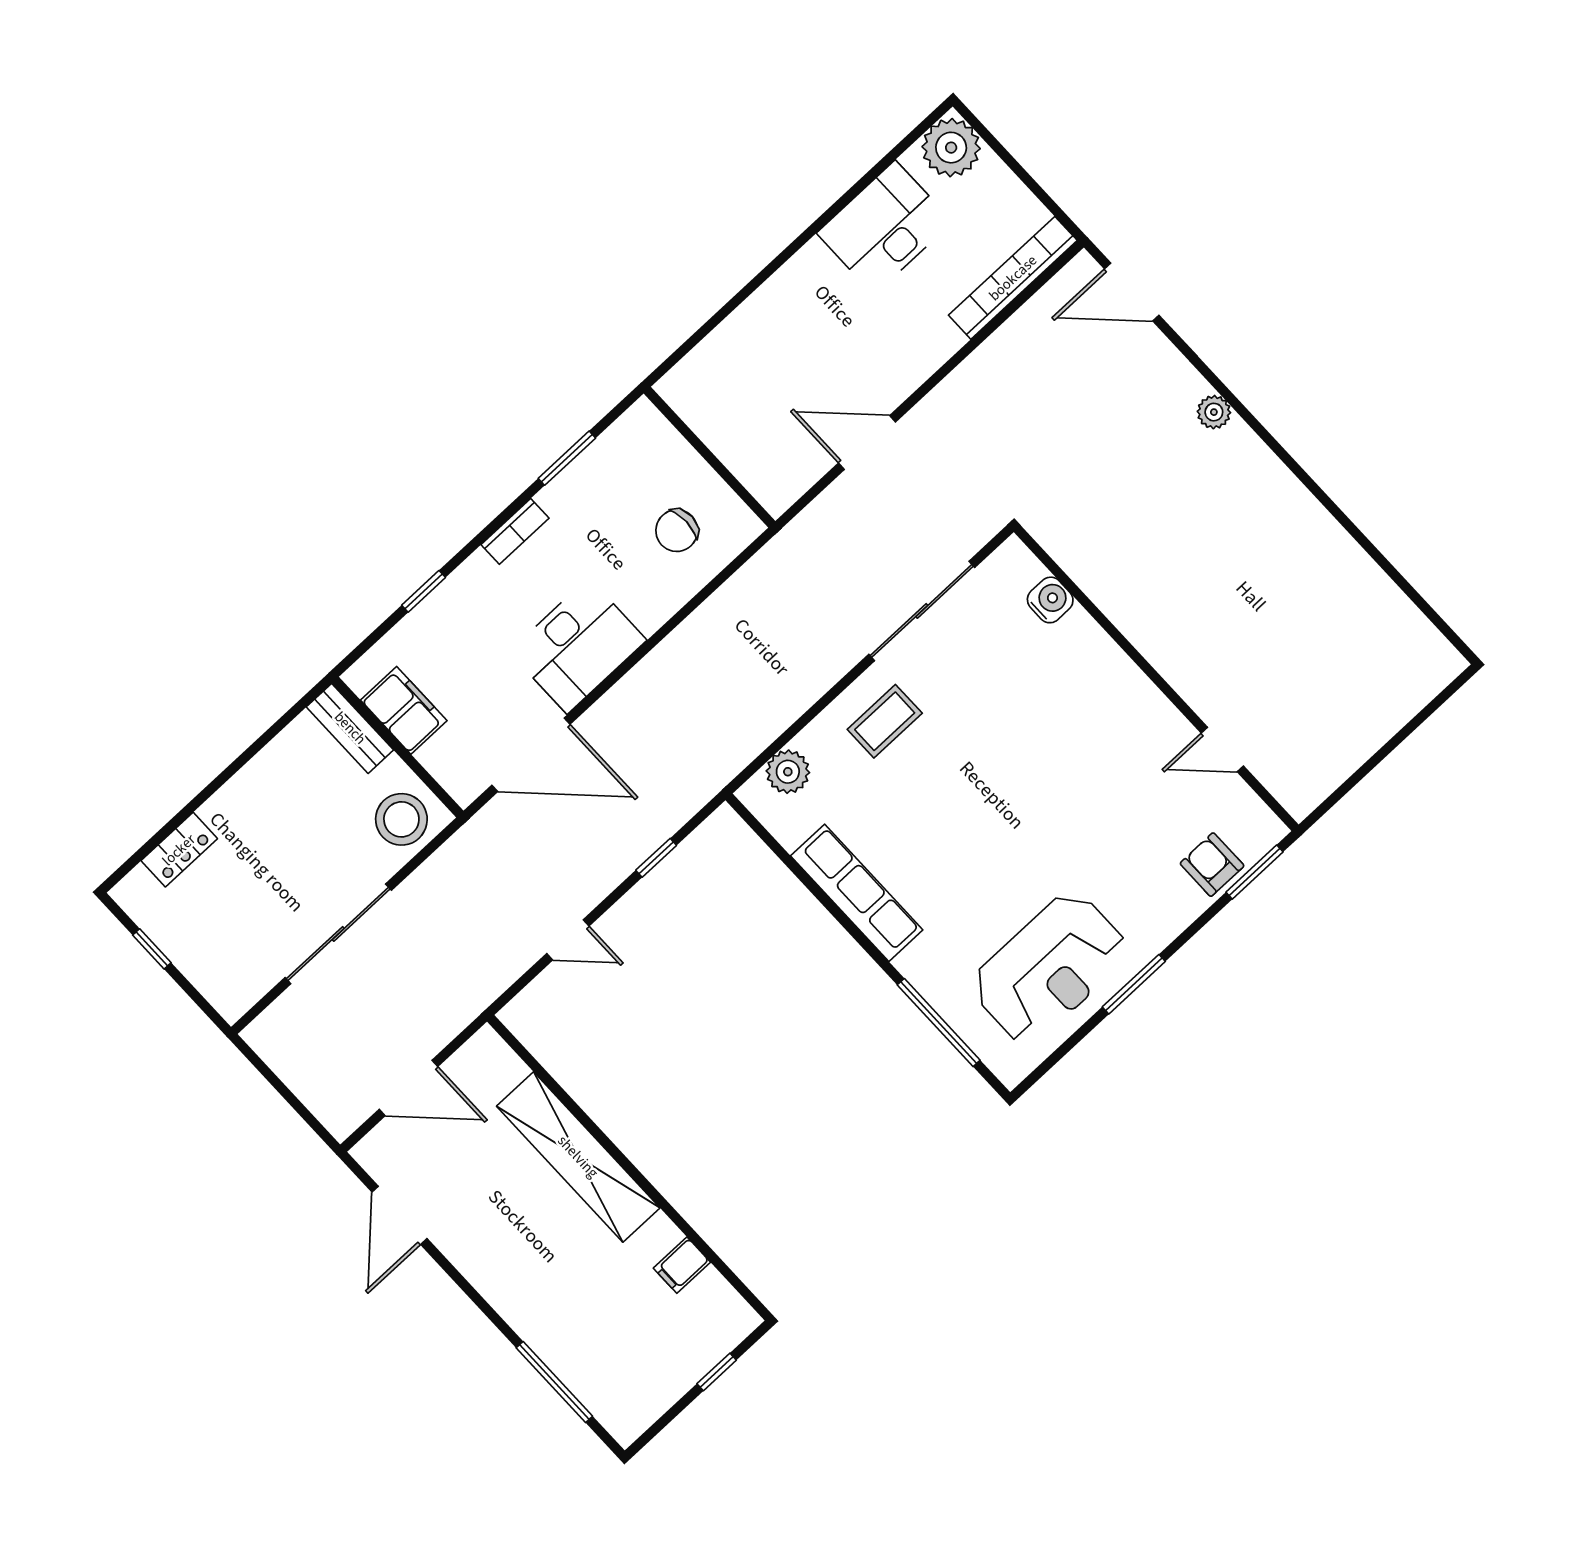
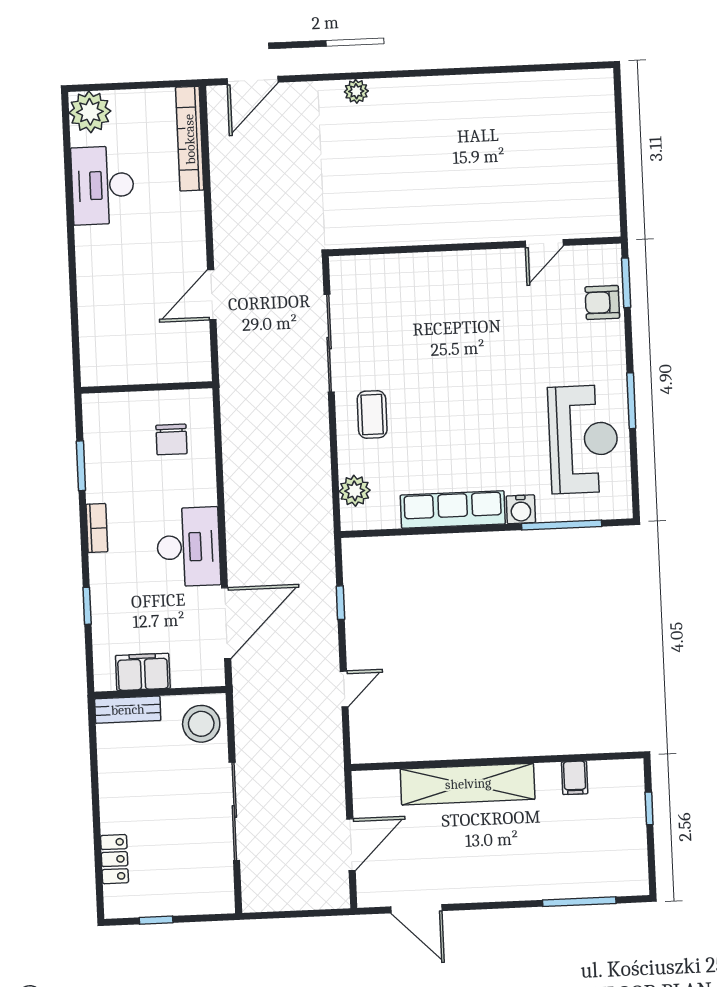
water cooler: (1050, 600) -> (521, 509), moved, turned 180

